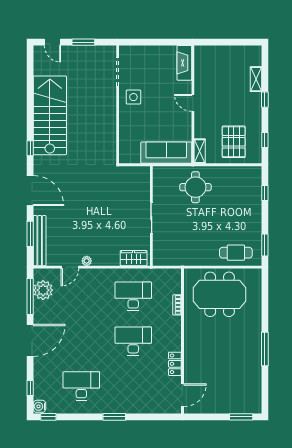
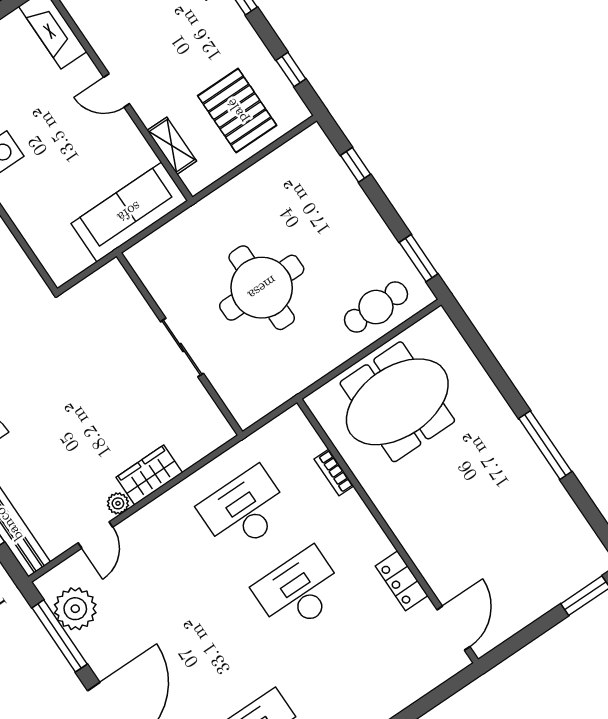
shelving: (200, 151) -> (172, 146), moved
round table: (195, 187) -> (262, 288), moved, width x1.36, depth x1.36
wardrobe: (134, 258) -> (149, 475), moved

